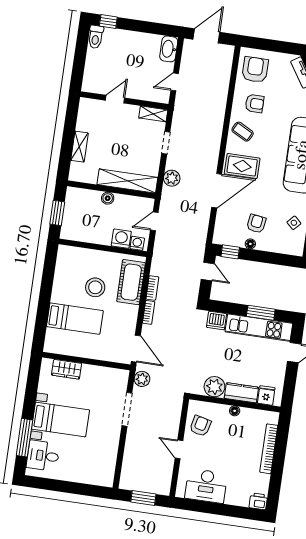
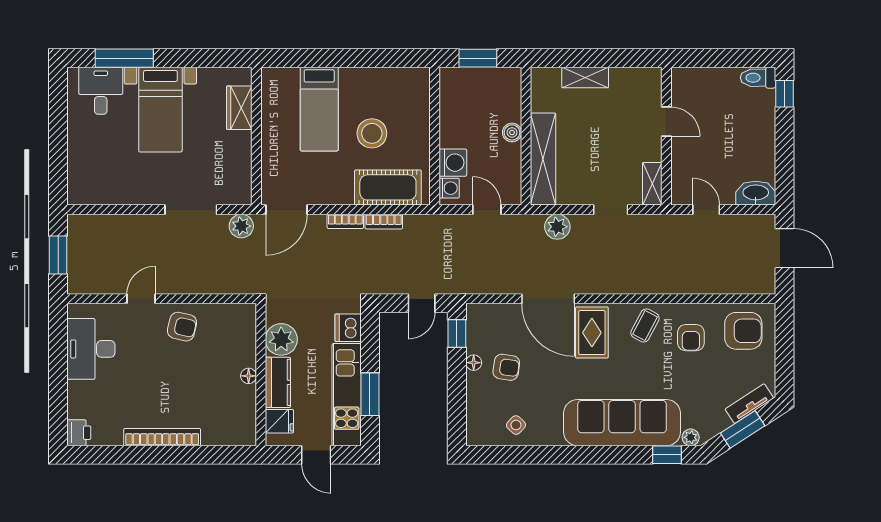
plant: (214, 387) -> (281, 339), moved
kitchen counter: (241, 393) -> (278, 382), moved
fridge: (266, 395) -> (279, 421), moved
wall: (235, 403) -> (261, 375), moved
floor lamp: (235, 411) -> (249, 376), moved

